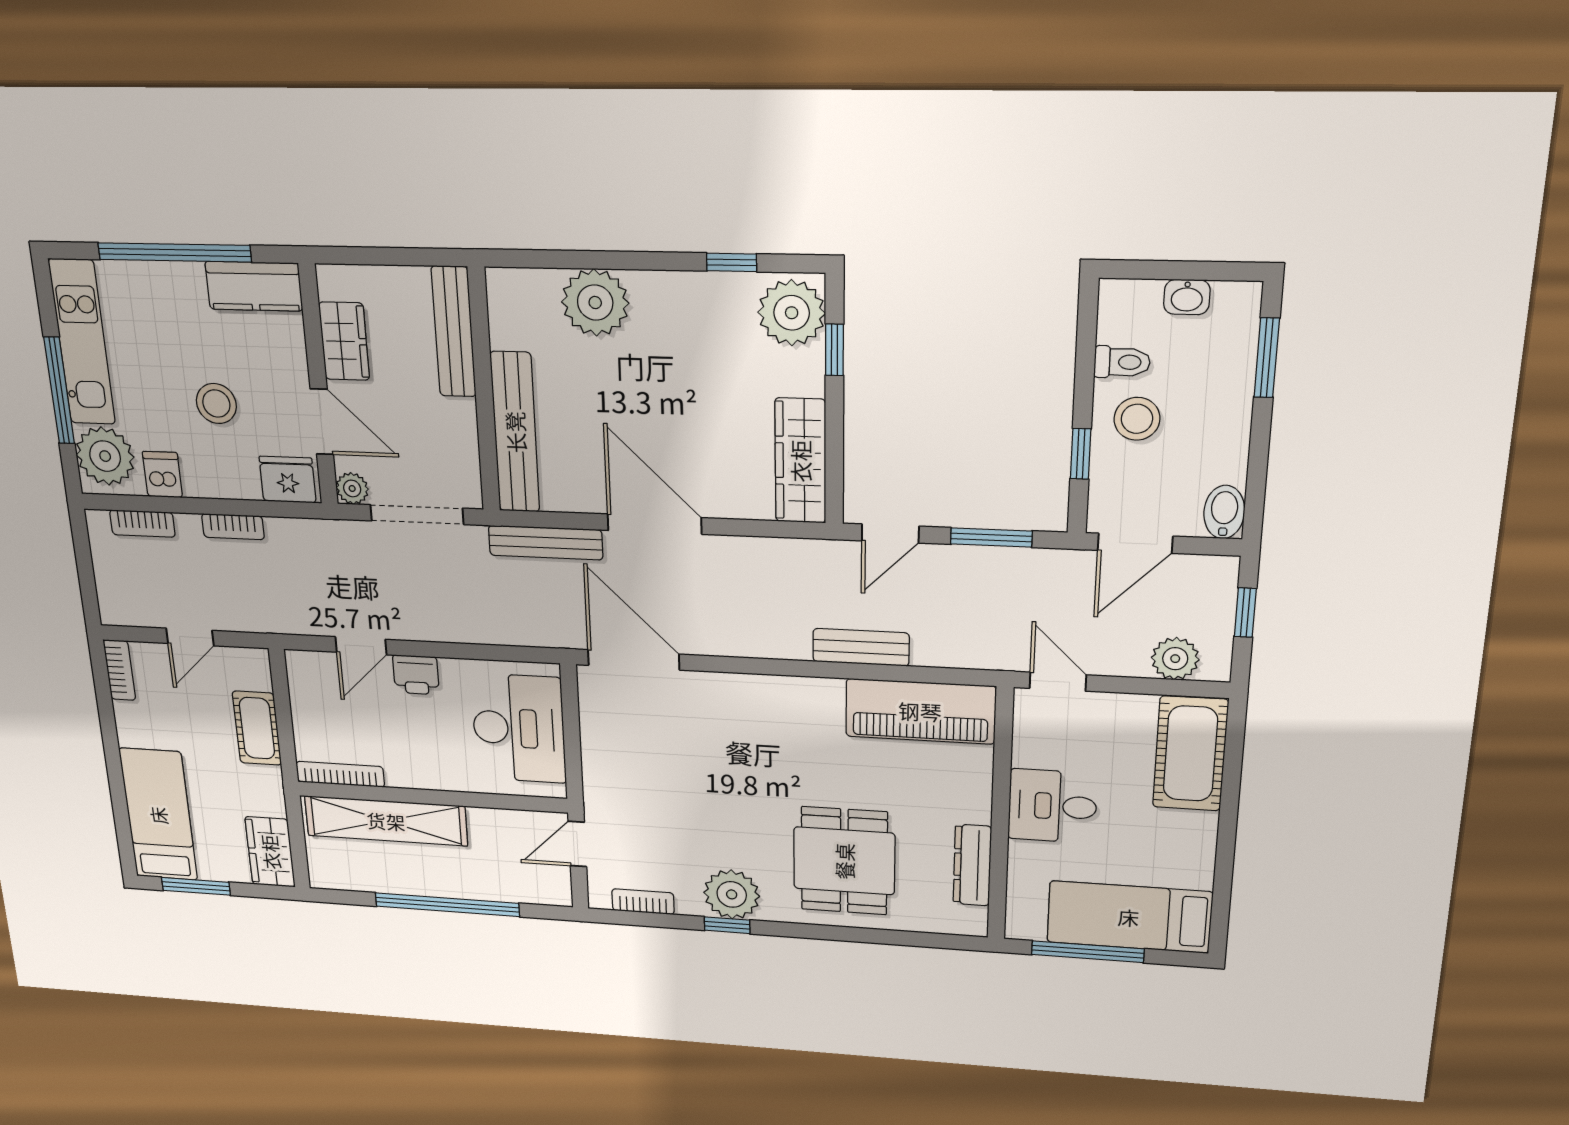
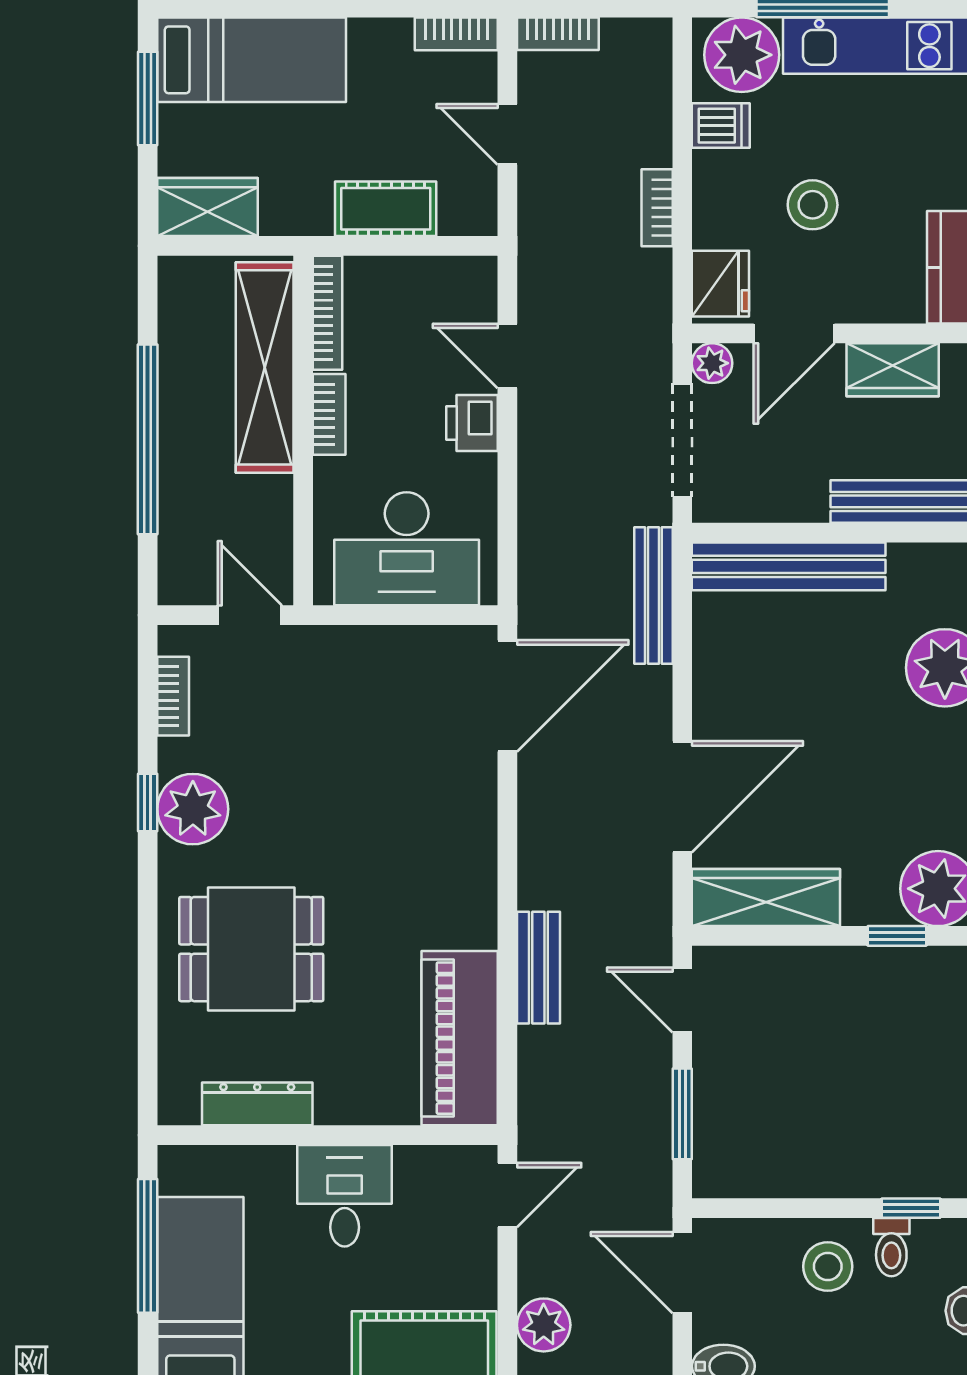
window: (1081, 454) -> (911, 1208), moved
bookcase: (142, 524) -> (558, 34), moved, turned -90
door: (654, 524) -> (682, 797), moved
bookcase: (418, 778) -> (329, 414), added

